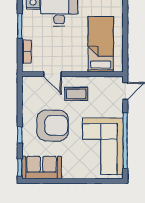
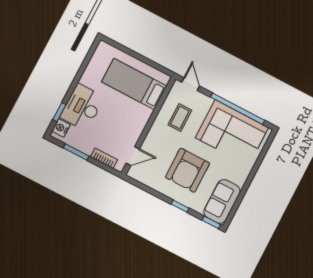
door: (52, 74) -> (133, 156), moved
coffee table: (76, 94) -> (180, 118), moved
armchair: (53, 125) -> (188, 170), turned 180

